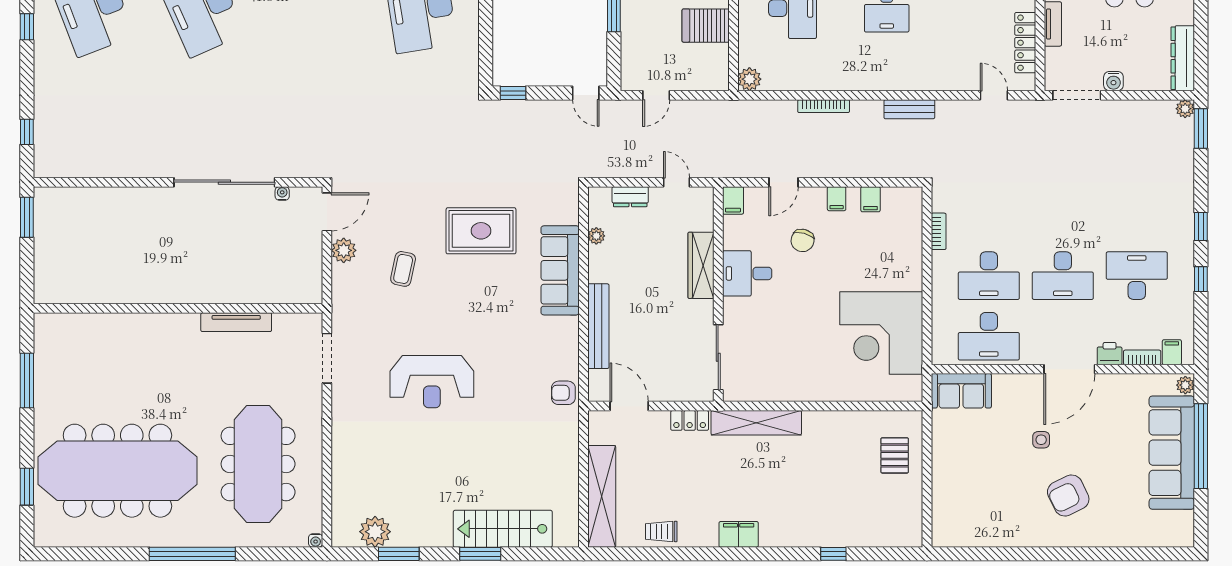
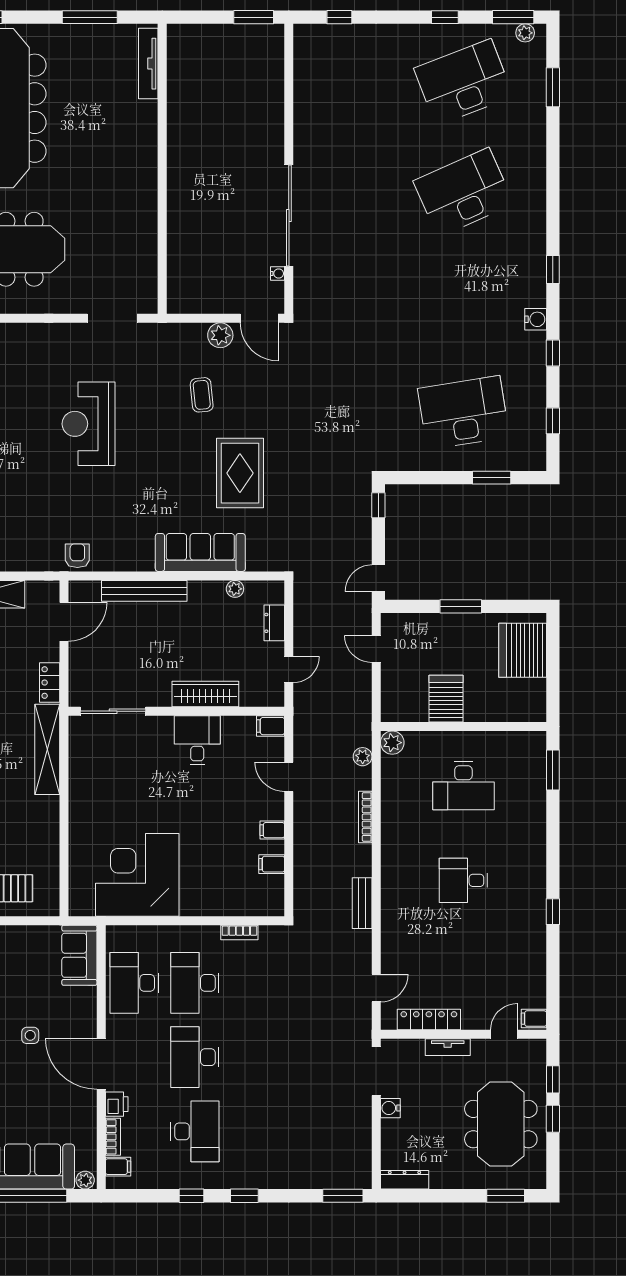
dresser: (1183, 58) -> (405, 1180), width x0.73, depth x0.80
plant: (1185, 109) -> (363, 757), moved
chair: (803, 240) -> (230, 796), removed
coffee table: (403, 269) -> (202, 395), turned 72
tv unit: (236, 322) -> (148, 64), moved

